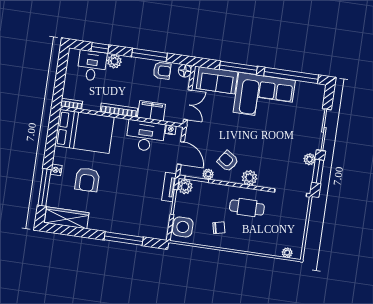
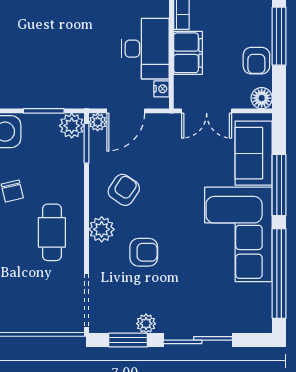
armchair: (267, 154) -> (144, 252), added
plant: (208, 174) -> (98, 122), moved
tv unit: (169, 187) -> (67, 100), removed

